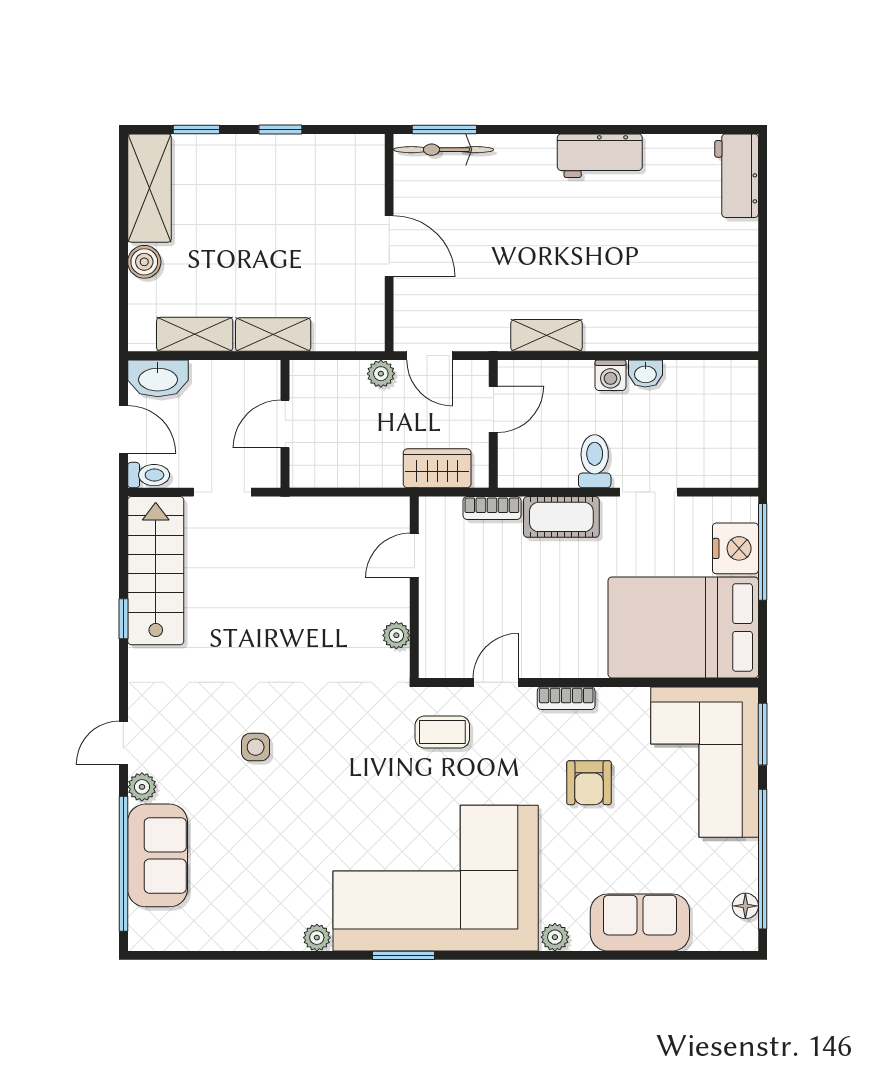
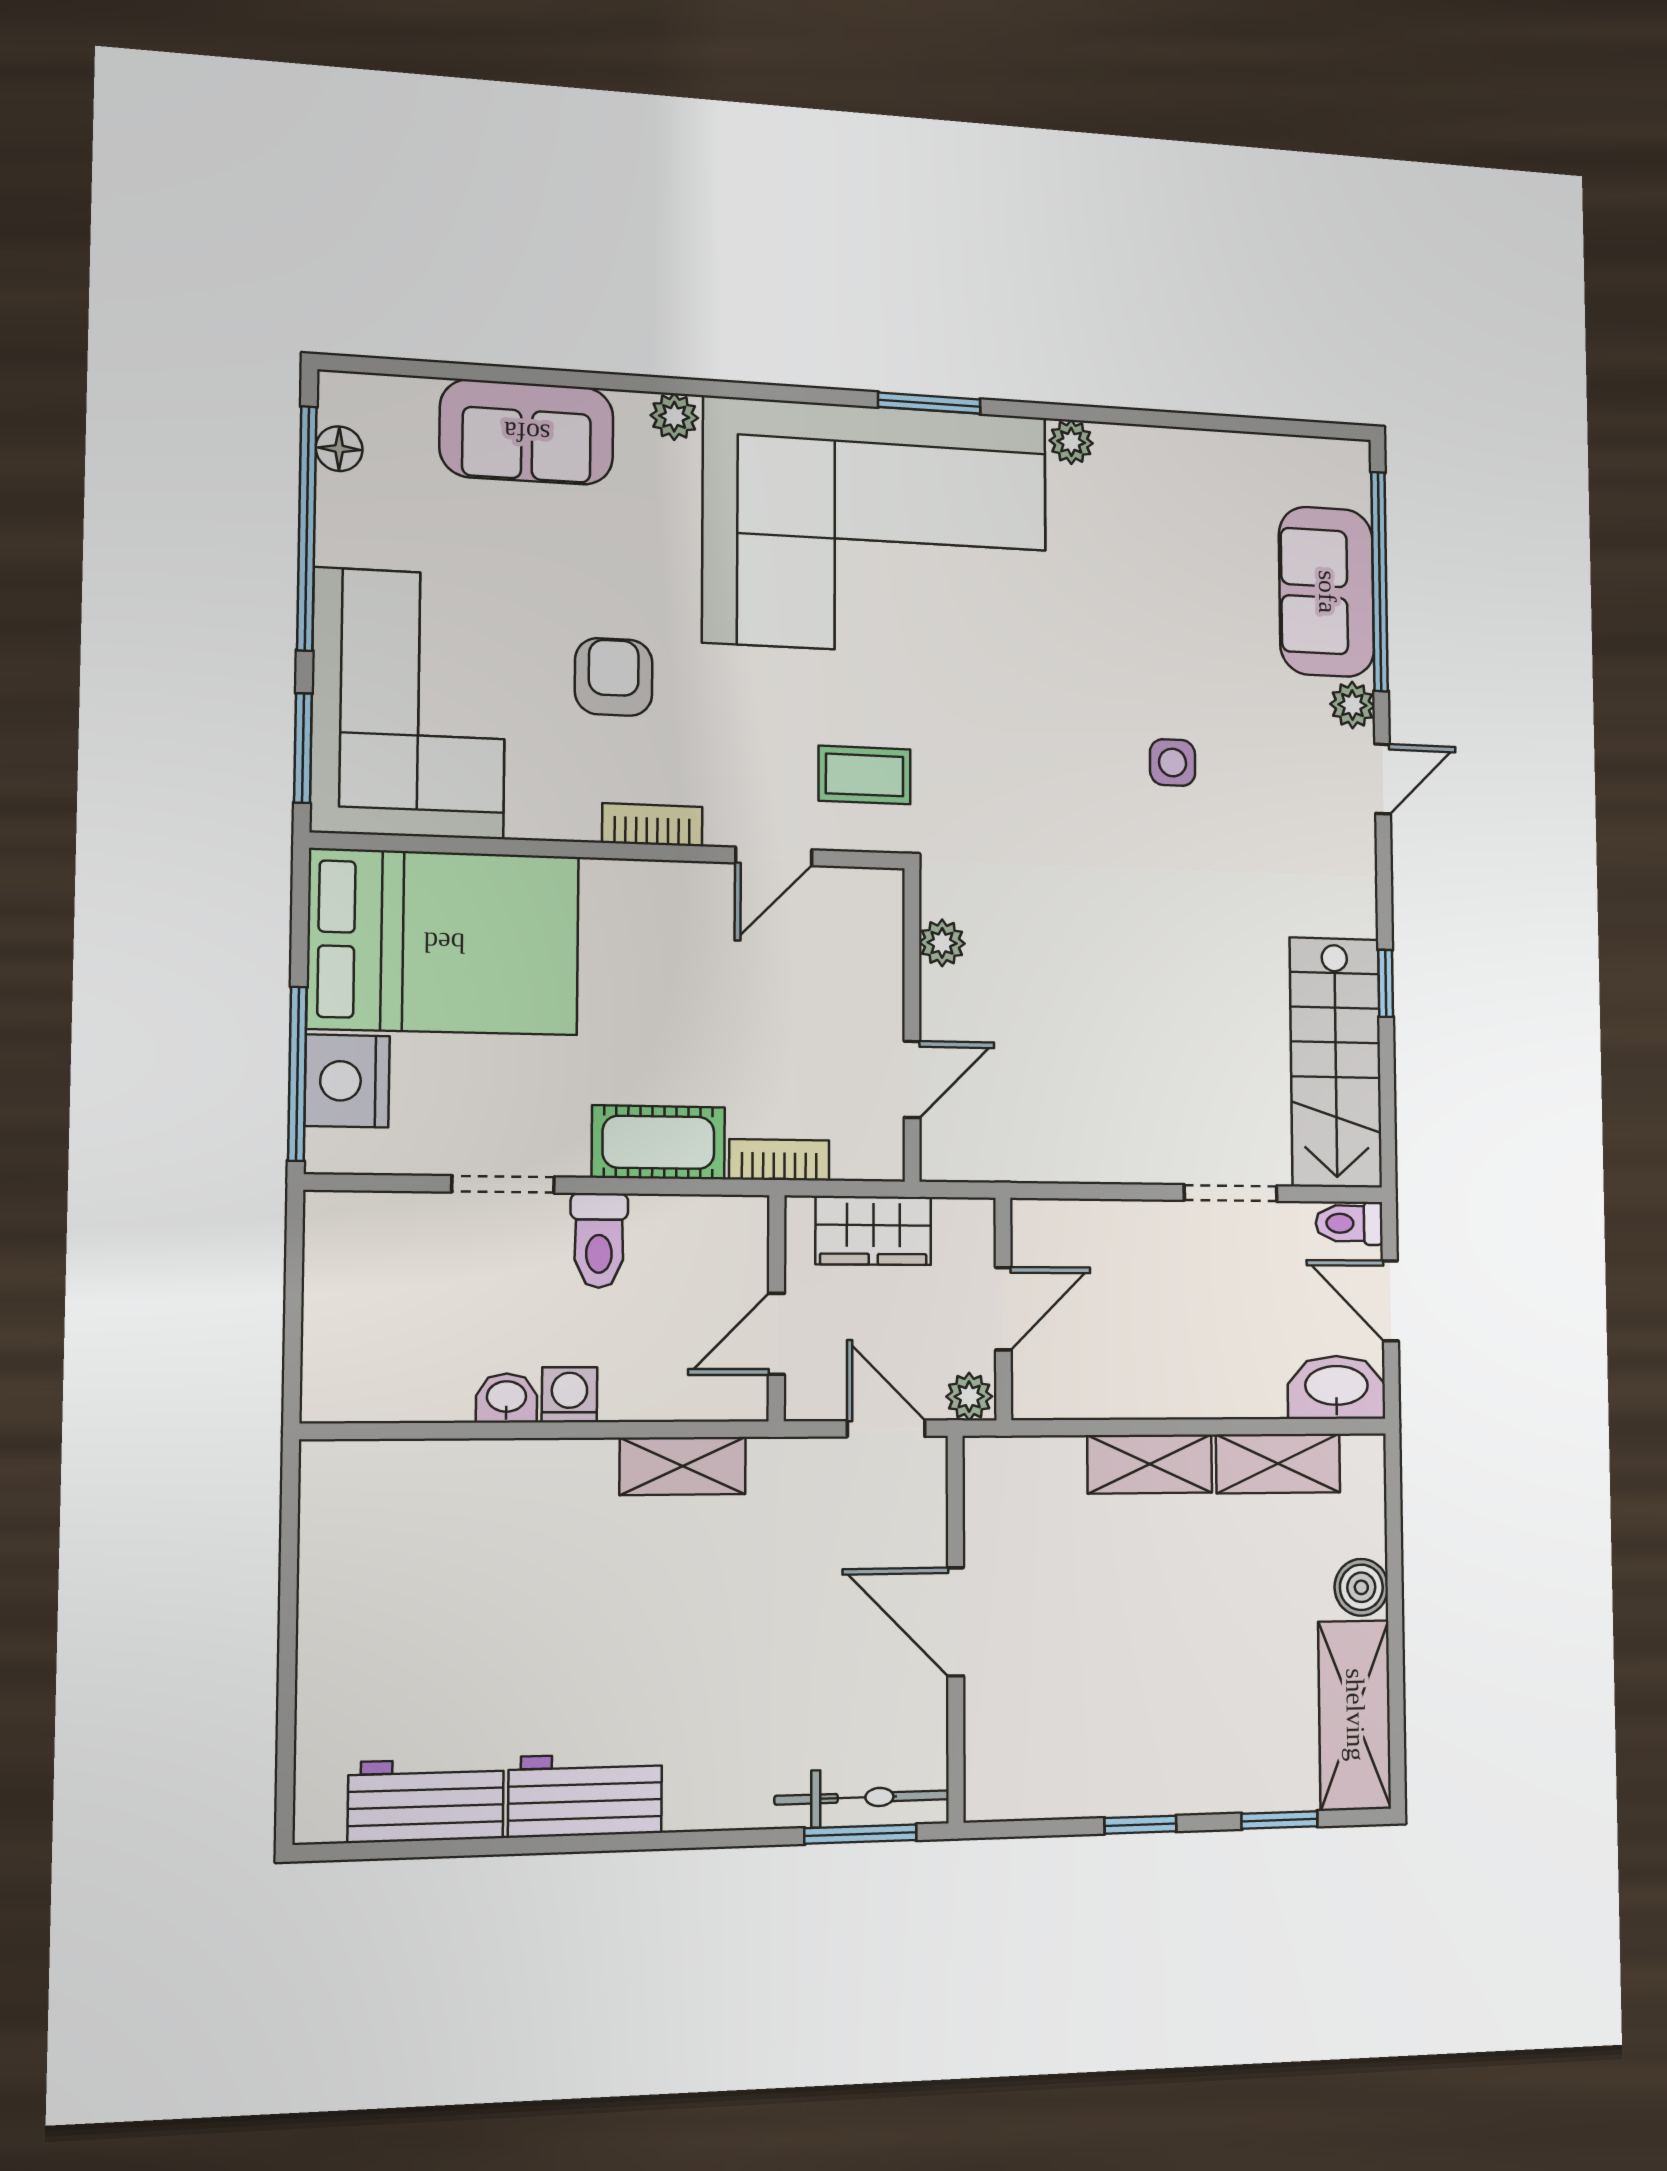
workbench: (737, 176) -> (426, 1800), moved, turned -90
door: (285, 424) -> (1003, 1309), moved
wall: (285, 424) -> (1003, 1309), moved

